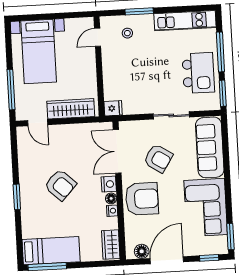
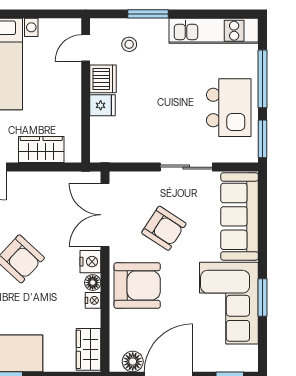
dishwasher: (111, 58) -> (103, 79), added
fridge: (113, 108) -> (103, 105), moved
wardrobe: (71, 109) -> (41, 150), width x0.67
window: (230, 236) -> (262, 297), moved

